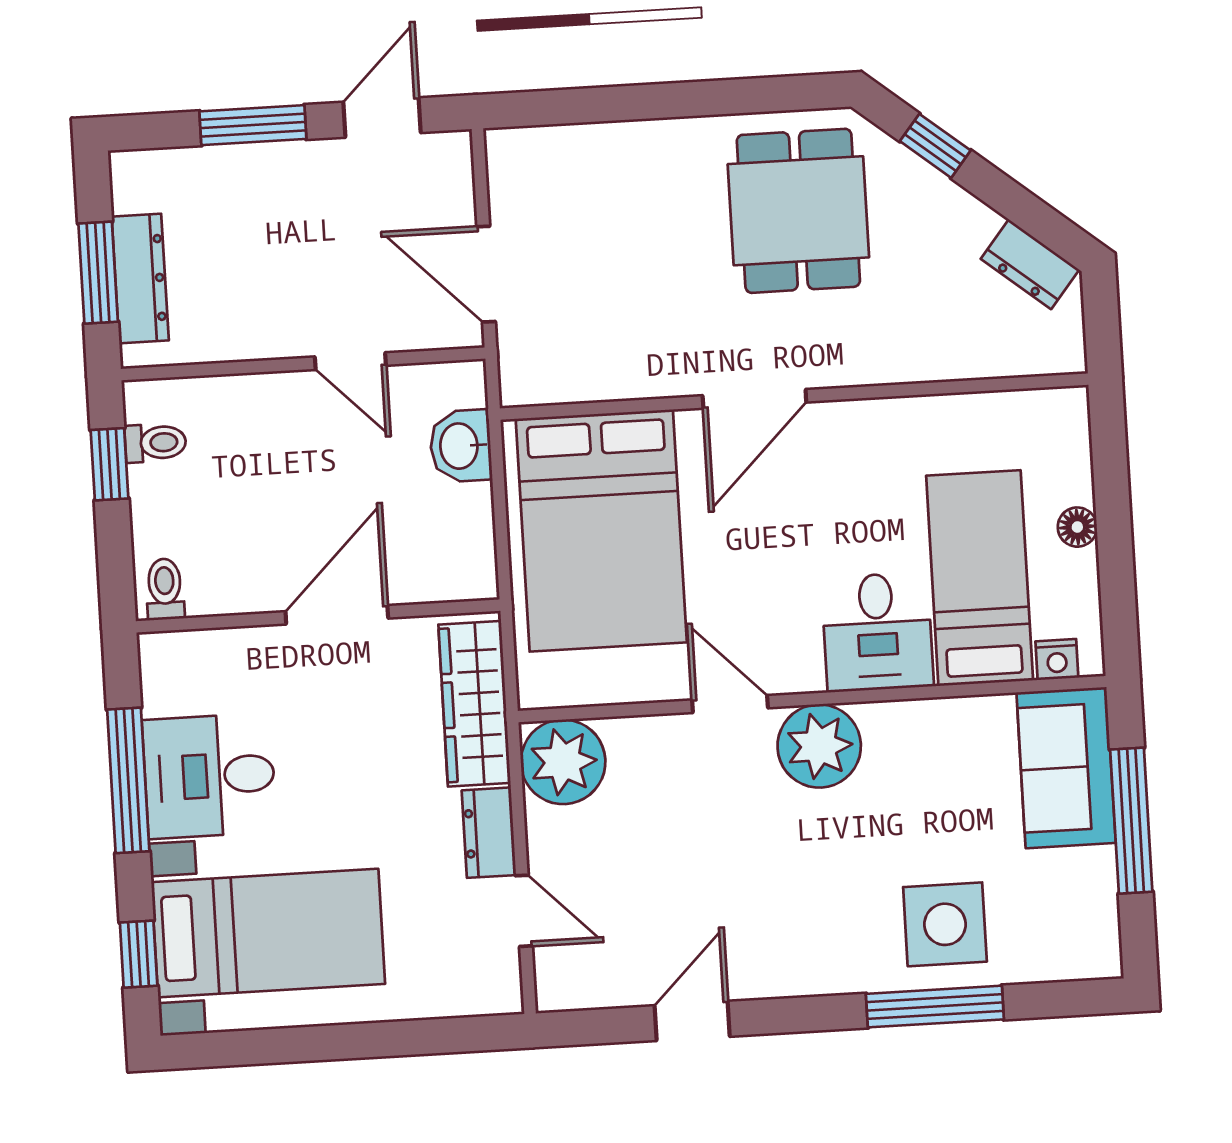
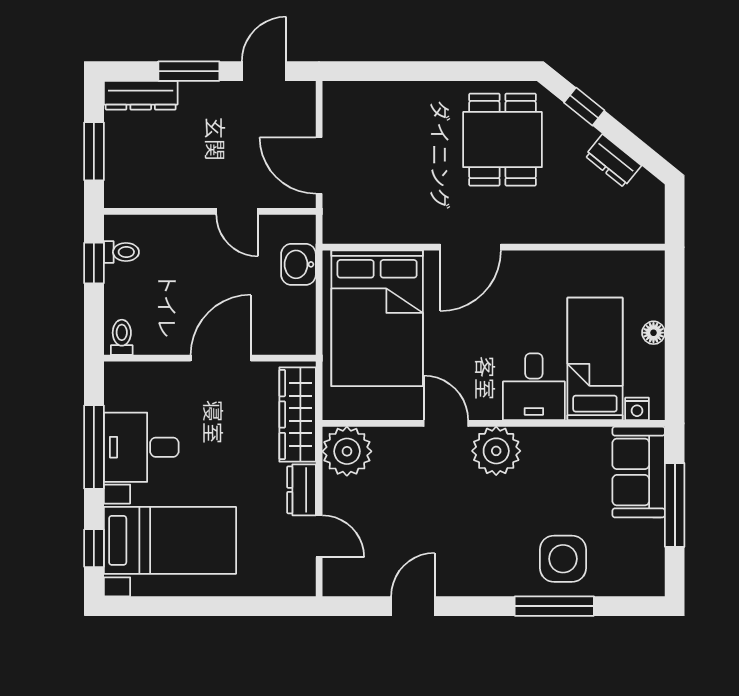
dresser: (1030, 264) -> (613, 161), moved
dresser: (140, 279) -> (141, 95), moved, turned 90

